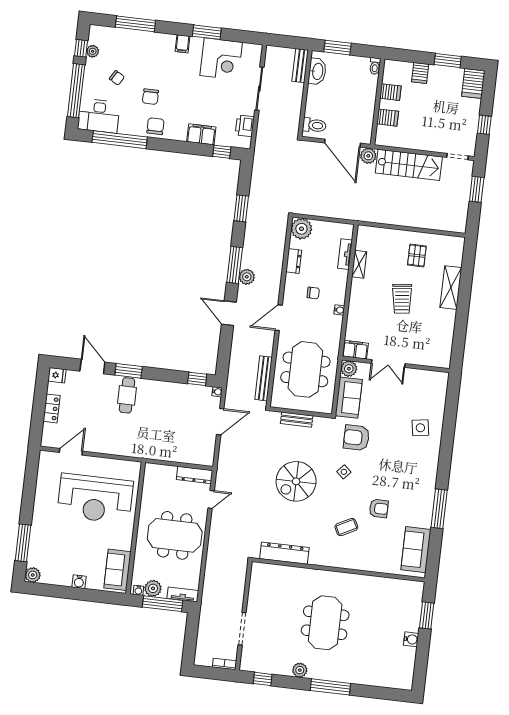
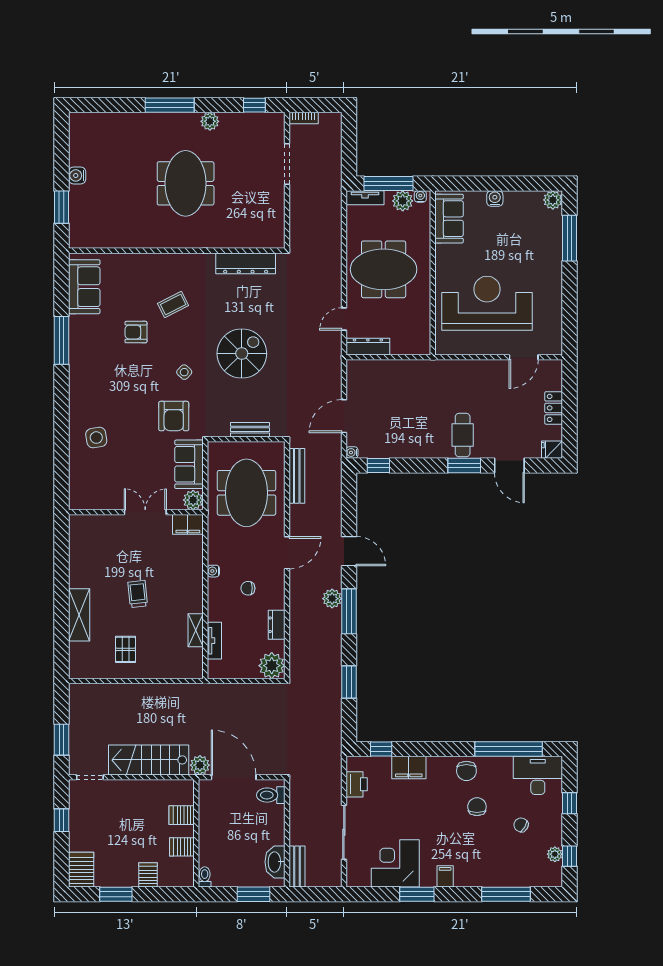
window: (76, 91) -> (569, 803), width x0.32
trolley: (402, 299) -> (138, 594), width x0.73, depth x0.72
armchair: (356, 438) -> (174, 416), turned 90

